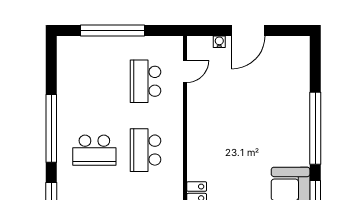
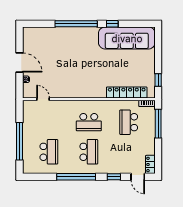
school desk: (145, 81) -> (49, 152), moved, turned -90

